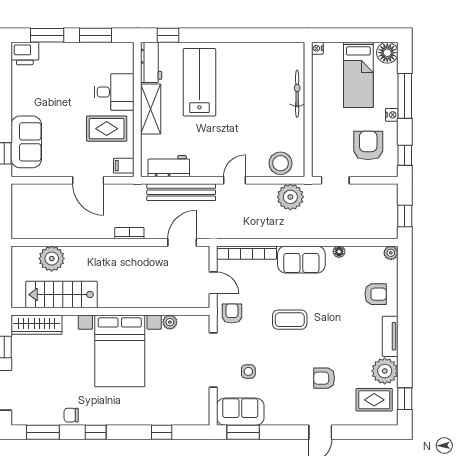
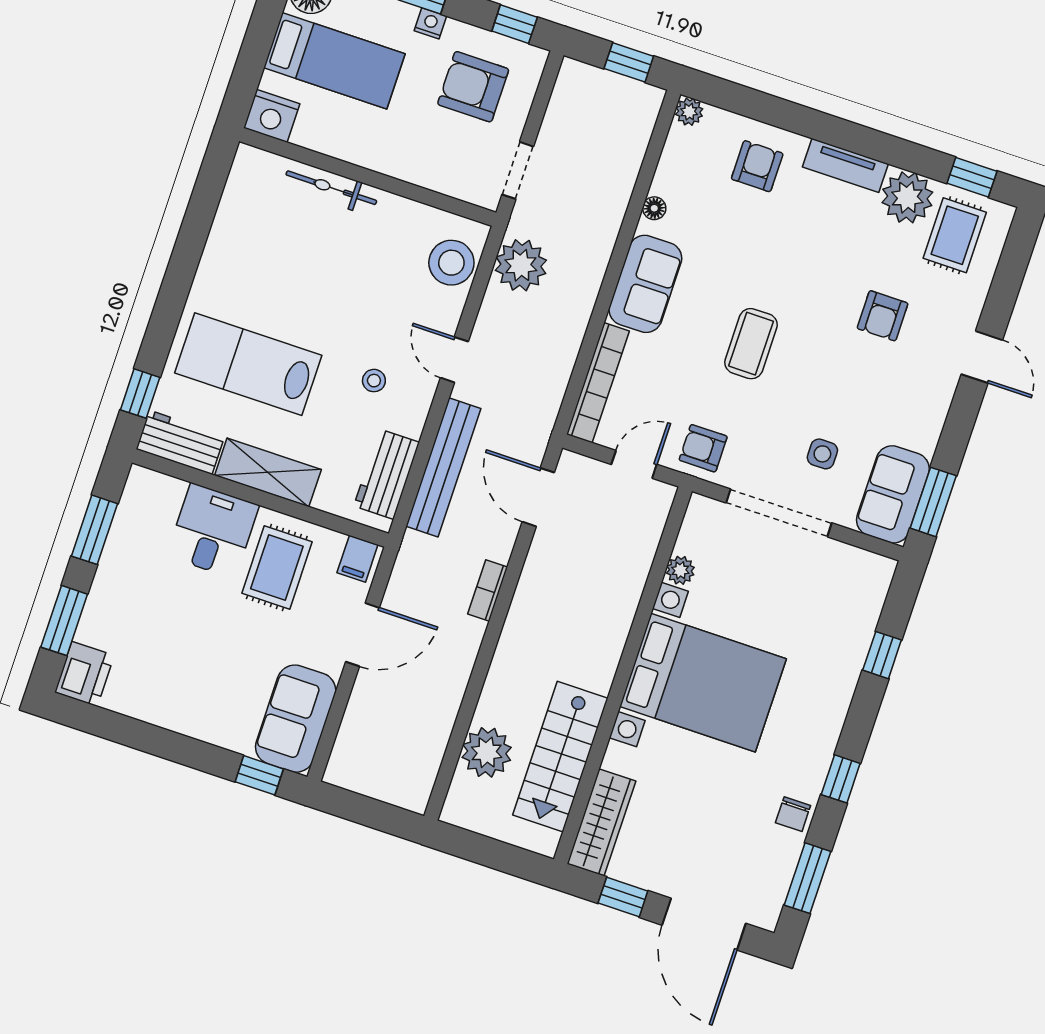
nightstand: (317, 48) -> (272, 116), width x1.89, depth x1.79
sofa: (26, 142) -> (296, 719), moved, turned -90
stool: (212, 145) -> (374, 381), added

